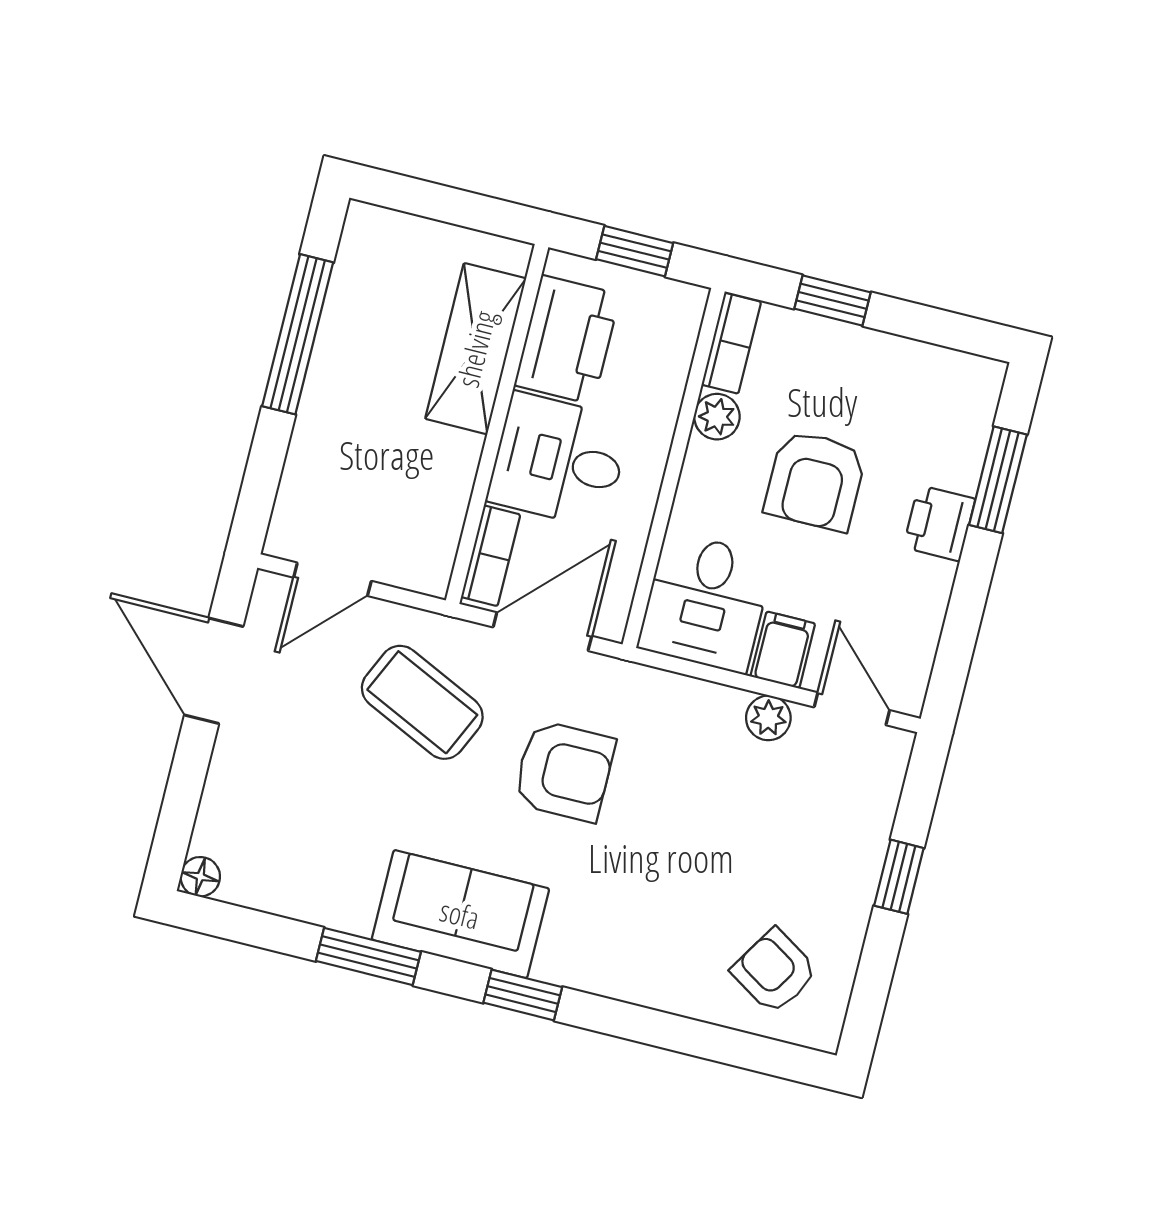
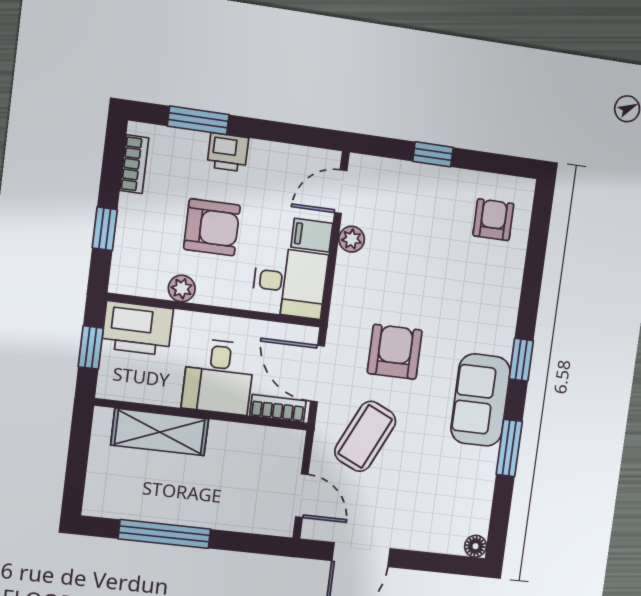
printer: (567, 340) -> (137, 328), moved, turned 180
bookcase: (731, 343) -> (134, 164), moved, turned 90
armchair: (774, 971) -> (493, 220), turned 148

